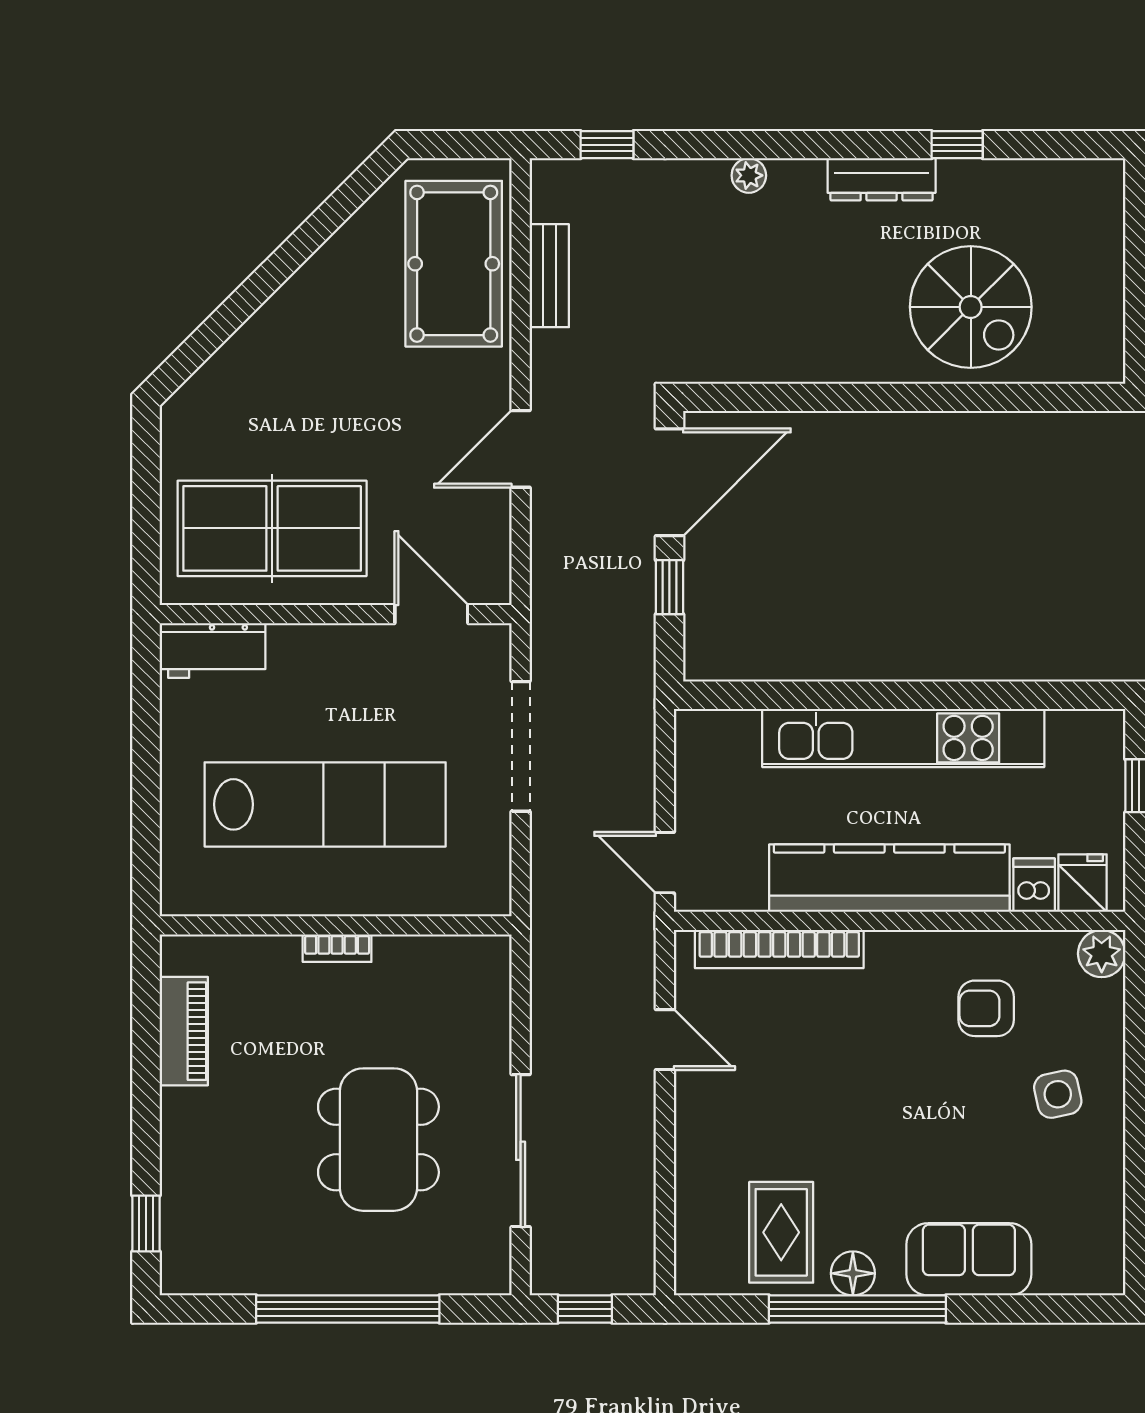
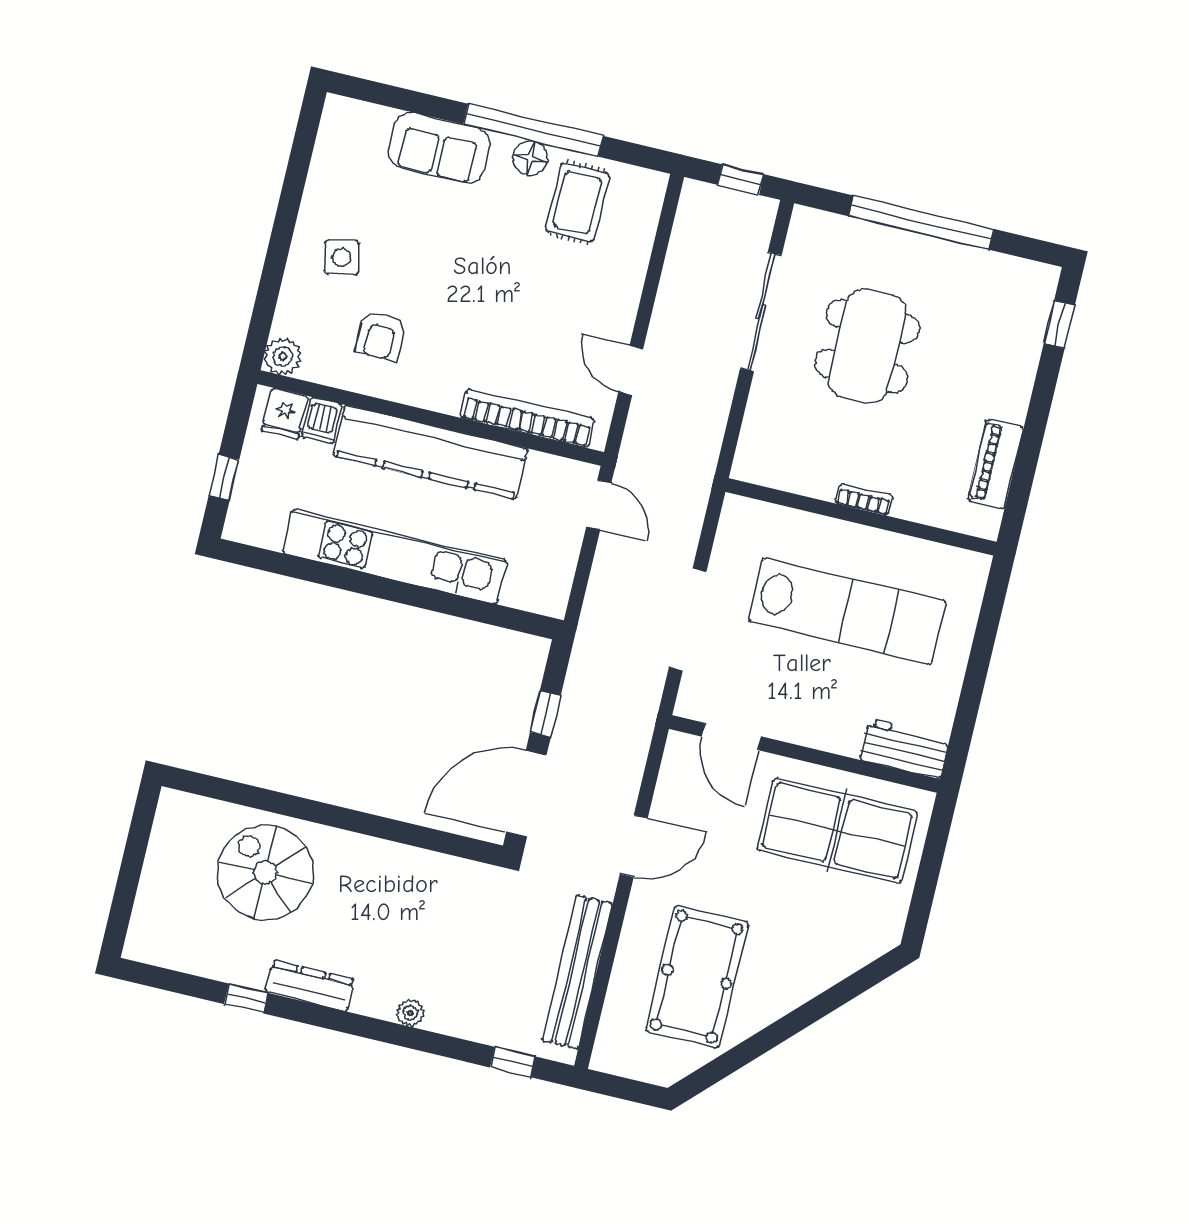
pool table: (454, 264) -> (697, 977), moved
bench: (549, 276) -> (577, 972), width x1.86, depth x1.21
lab bench: (325, 804) -> (847, 611), turned 180
armchair: (986, 1008) -> (381, 336), turned 90

